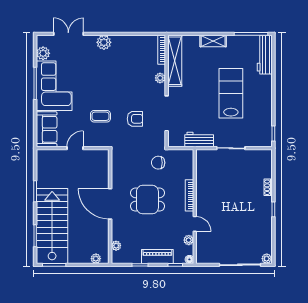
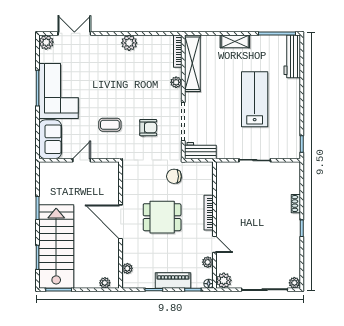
plant: (104, 42) -> (129, 43), moved
plant: (43, 53) -> (46, 42), moved
workbench: (199, 140) -> (200, 151), moved
plant: (203, 257) -> (224, 280), added

